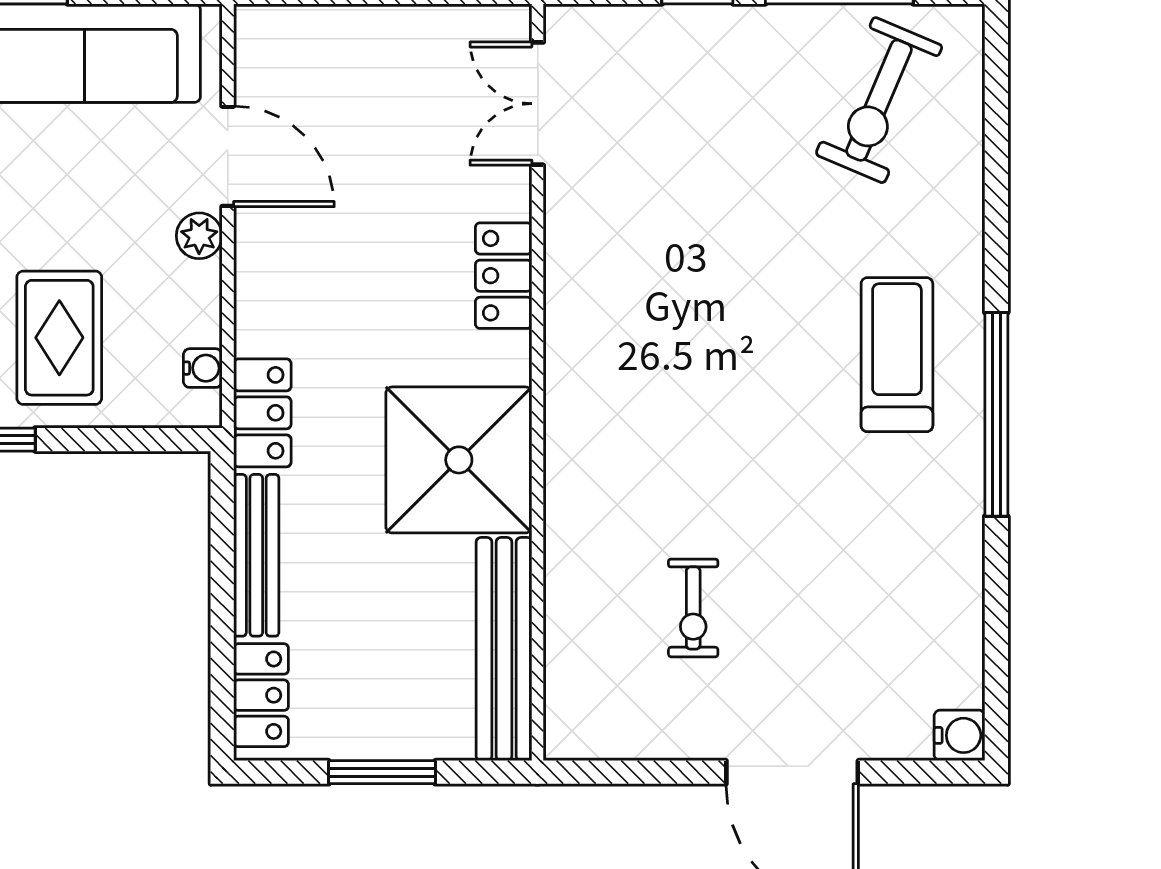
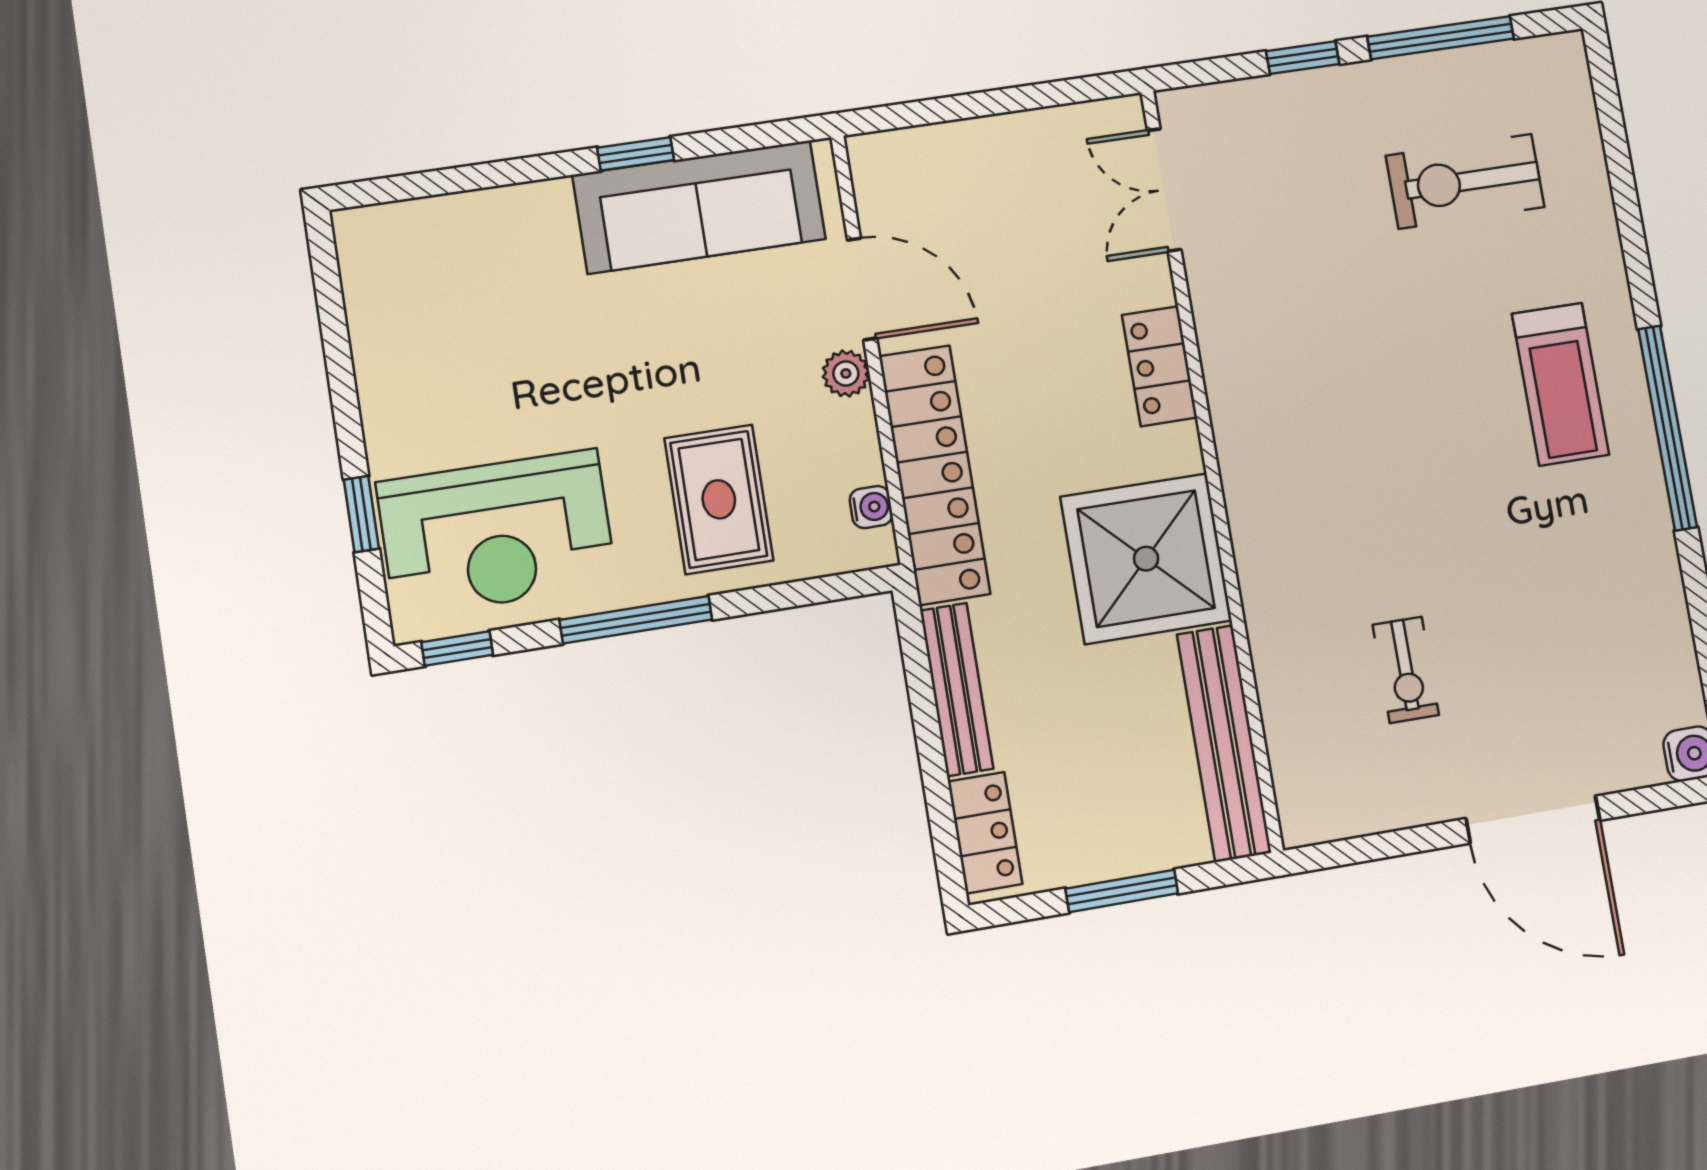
exercise bike: (879, 100) -> (1465, 181), moved, turned 67
treadmill: (897, 355) -> (1561, 384), turned 180
locker: (262, 413) -> (934, 475), width x2.16, depth x1.21

